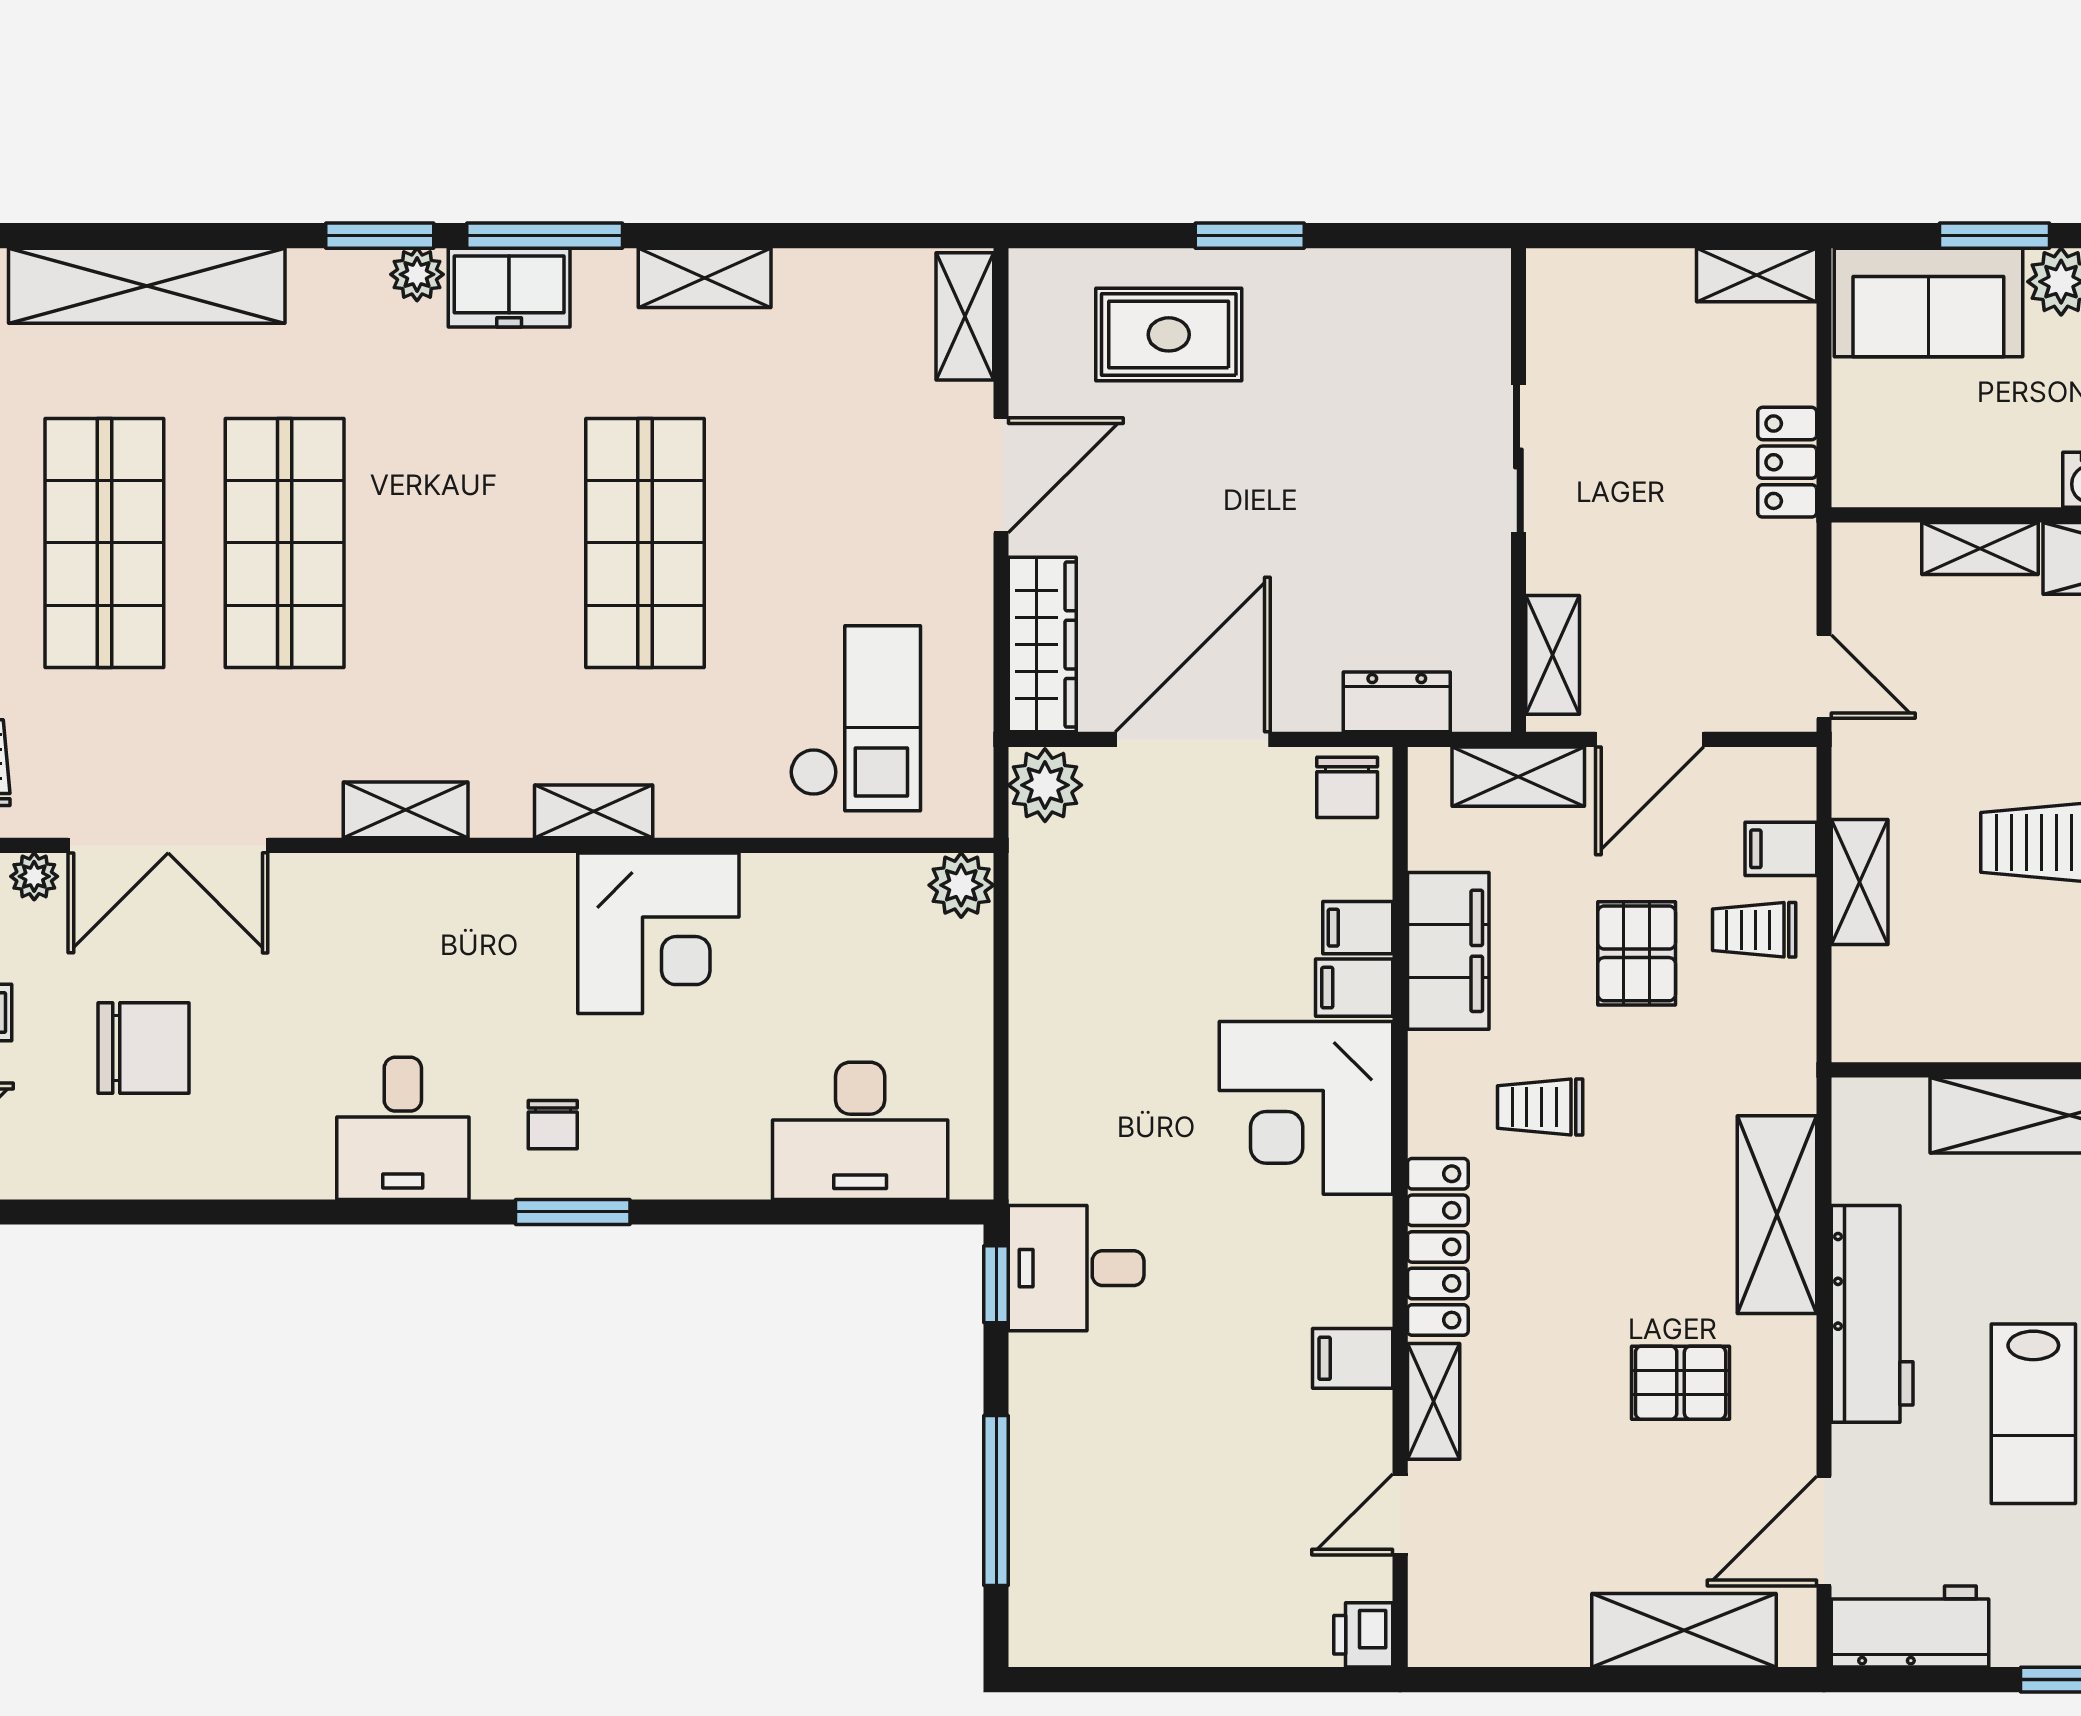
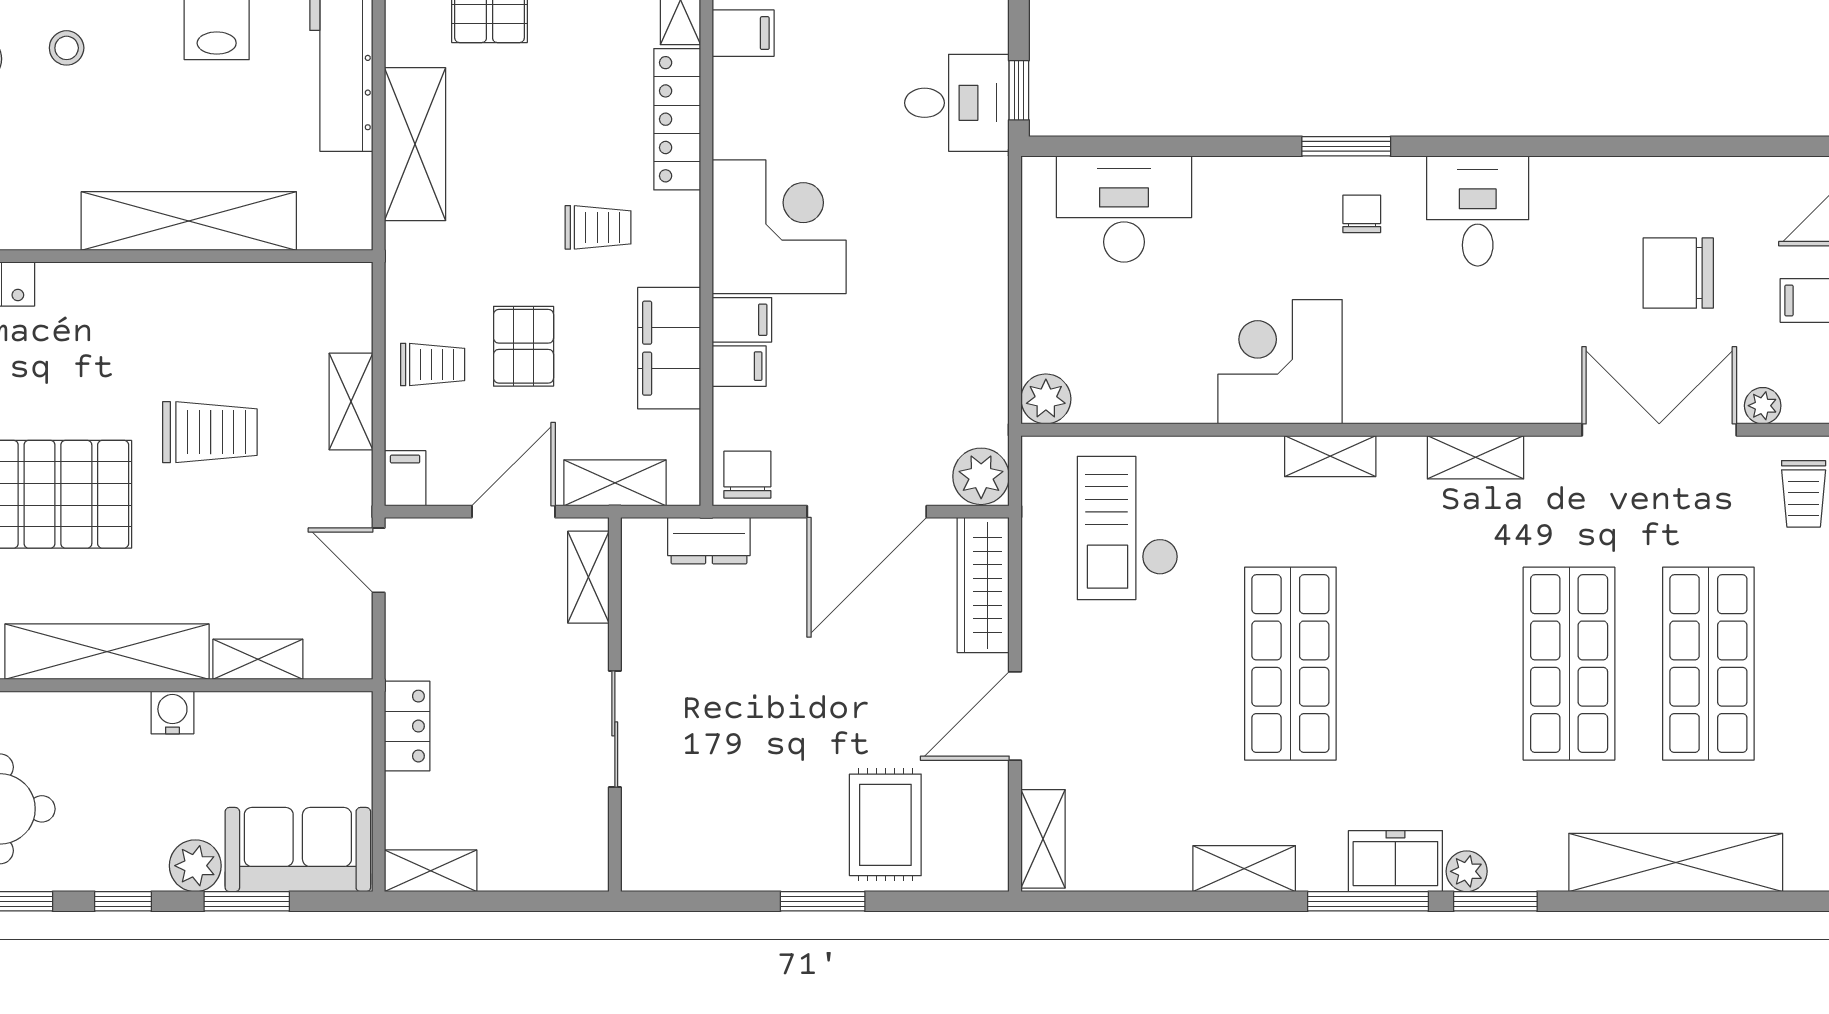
rug: (1169, 334) -> (885, 825), turned 90
filing cabinet: (1781, 849) -> (405, 478), moved, turned -90

